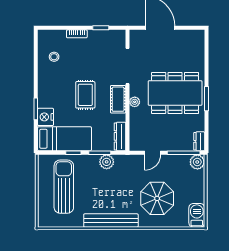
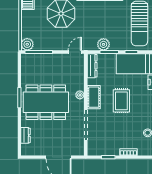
dresser: (199, 141) -> (26, 135), moved
door: (153, 153) -> (75, 52), moved

